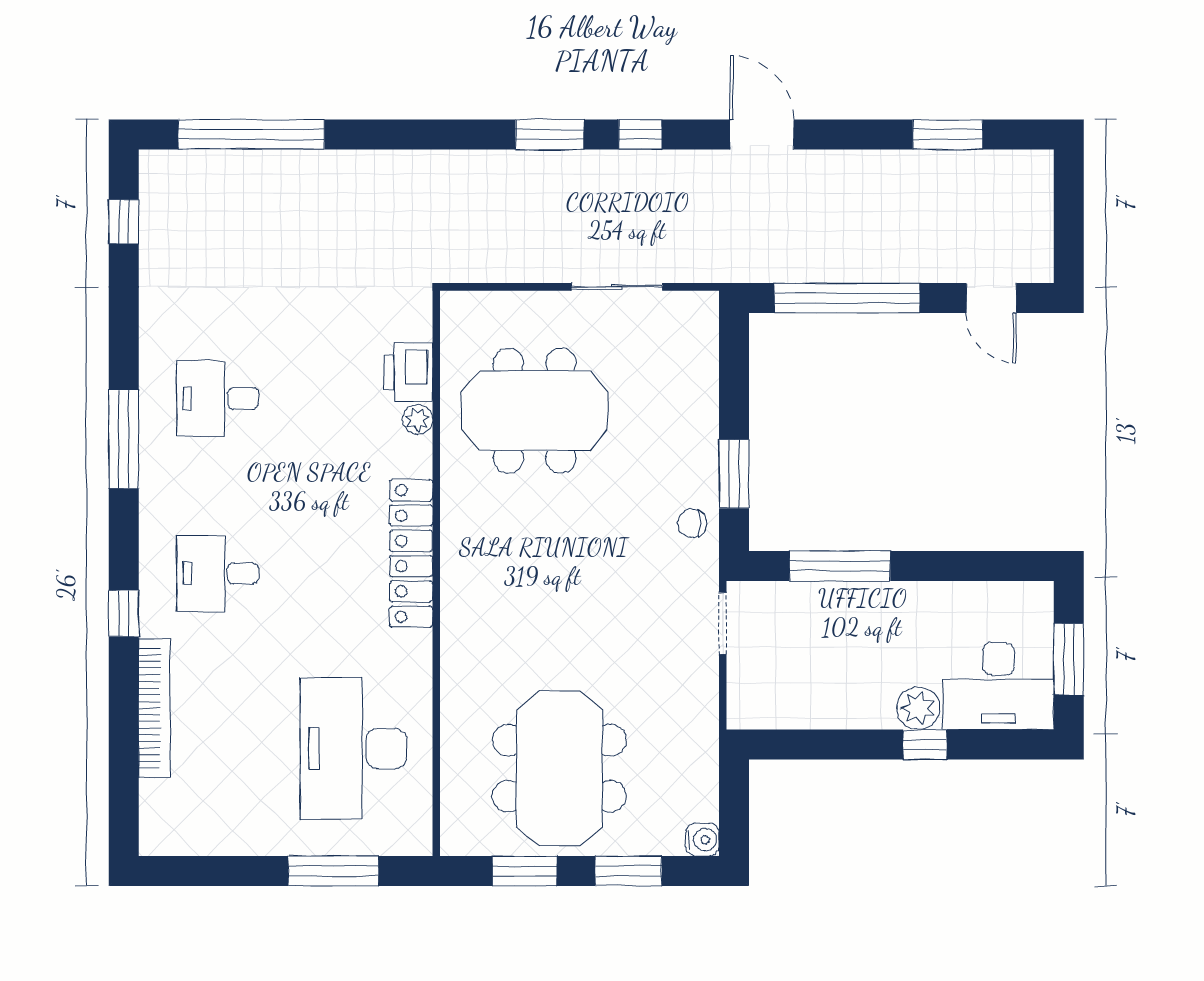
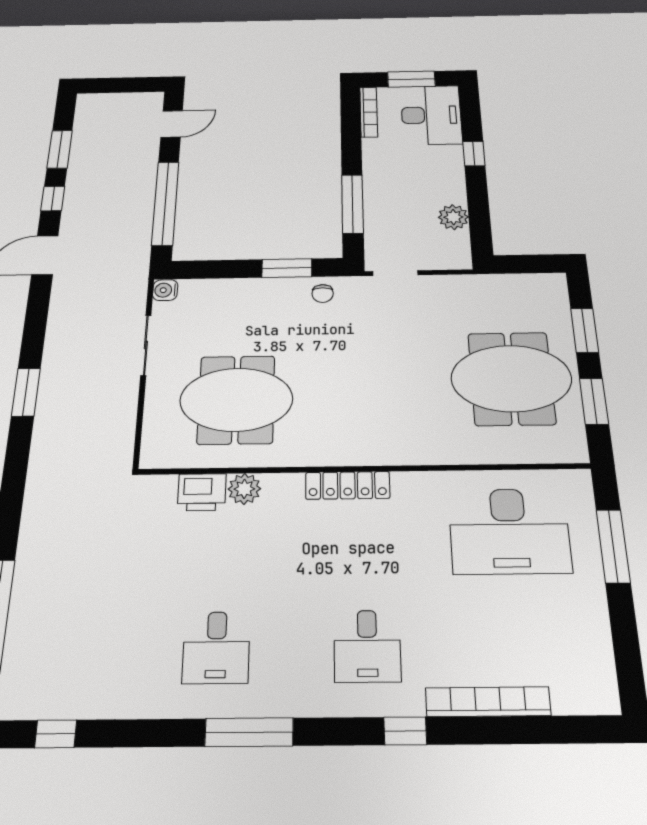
window: (640, 134) -> (53, 199), moved
meeting table: (535, 411) -> (236, 400), turned 90
plant: (418, 419) -> (244, 489), width x1.38, depth x1.38
locker: (411, 553) -> (348, 485), width x0.71, depth x0.83
bookcase: (1006, 593) -> (369, 112), added
plant: (918, 708) -> (453, 217), moved
water cooler: (702, 840) -> (165, 290), moved, turned -90

